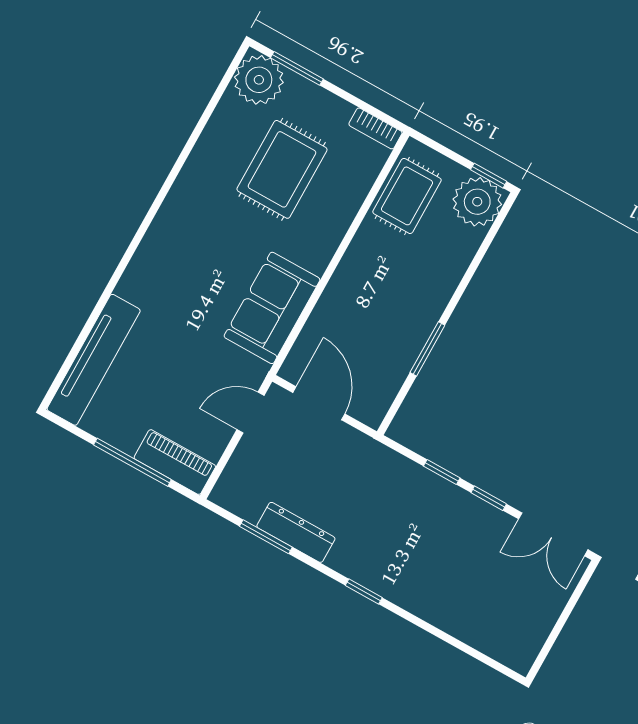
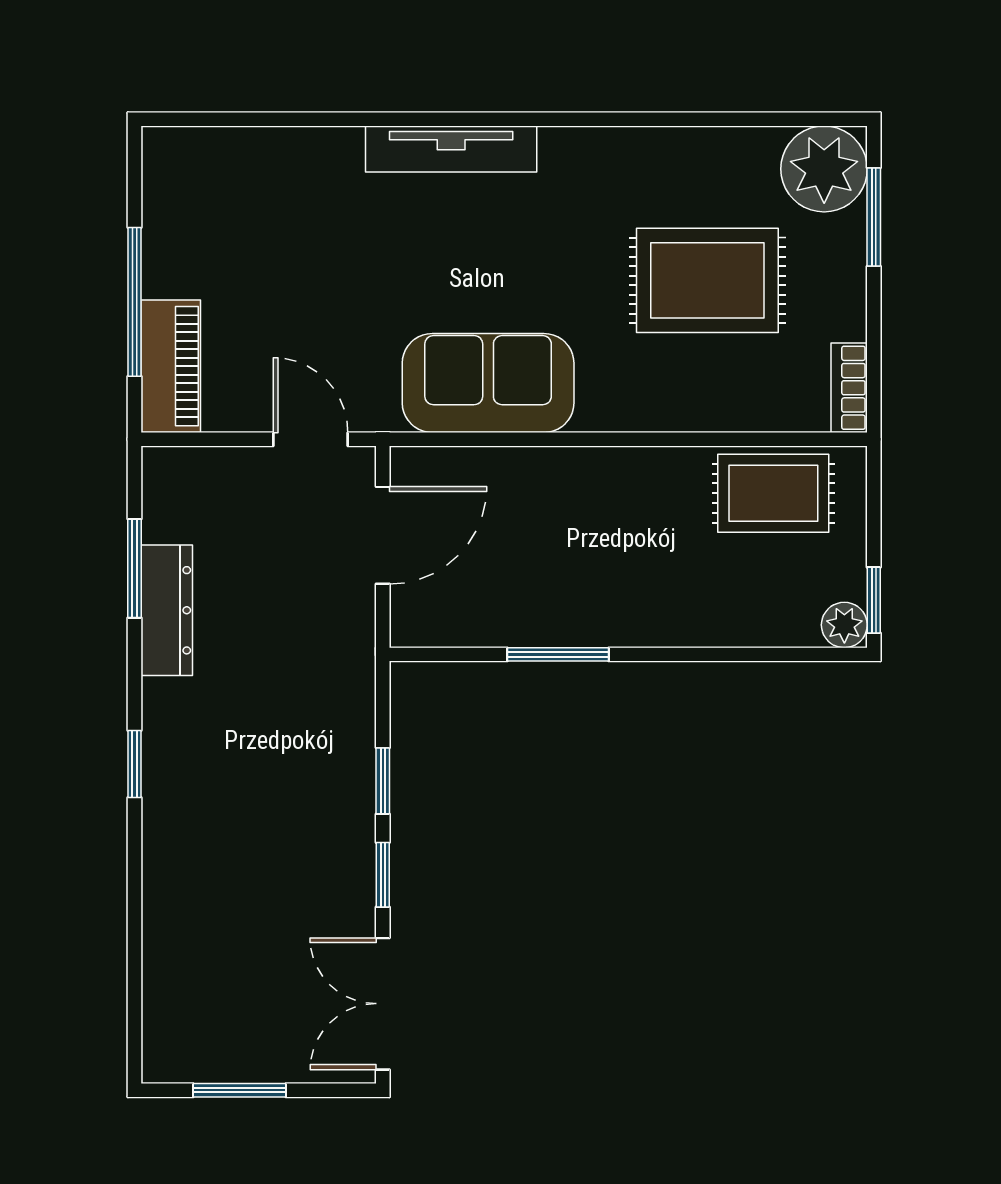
plant: (477, 202) -> (844, 625), width x0.53, depth x0.53
tv unit: (94, 360) -> (451, 149), moved, width x0.73, depth x0.78
window: (557, 630) -> (240, 1090), added

